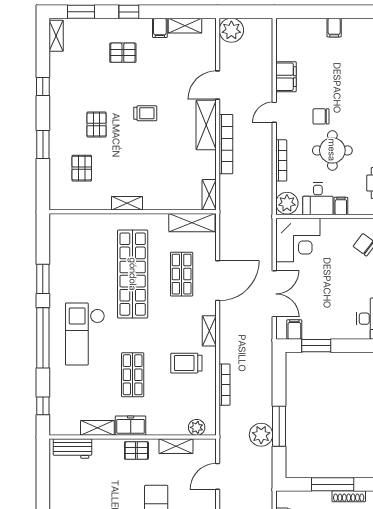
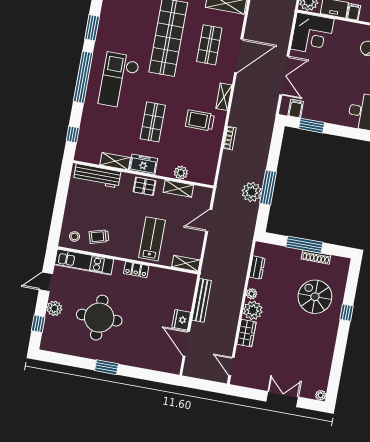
bookcase: (225, 385) -> (230, 138), width x0.64
plant: (197, 427) -> (181, 173), moved
workbench: (73, 449) -> (97, 176), width x1.38

